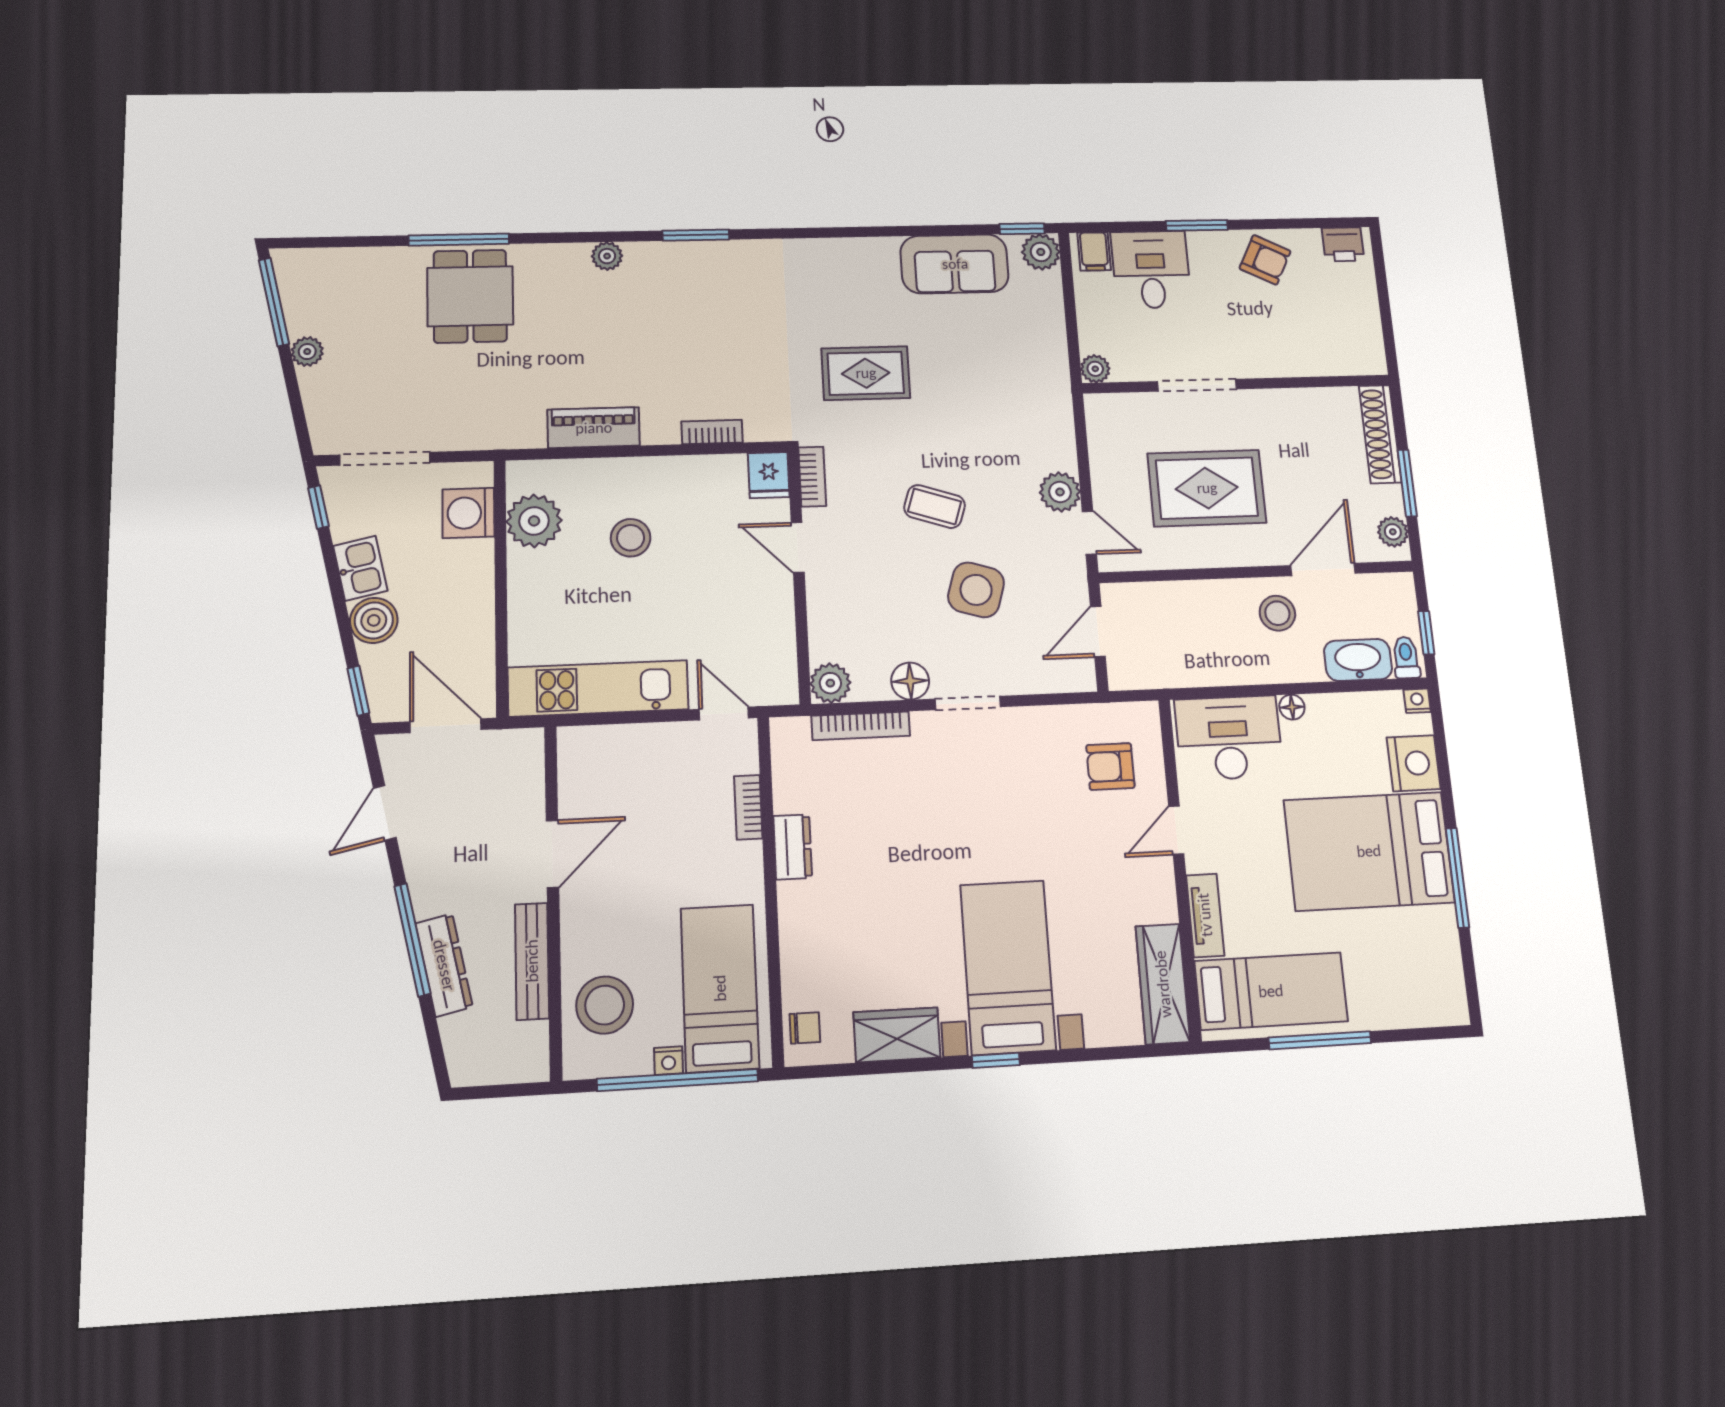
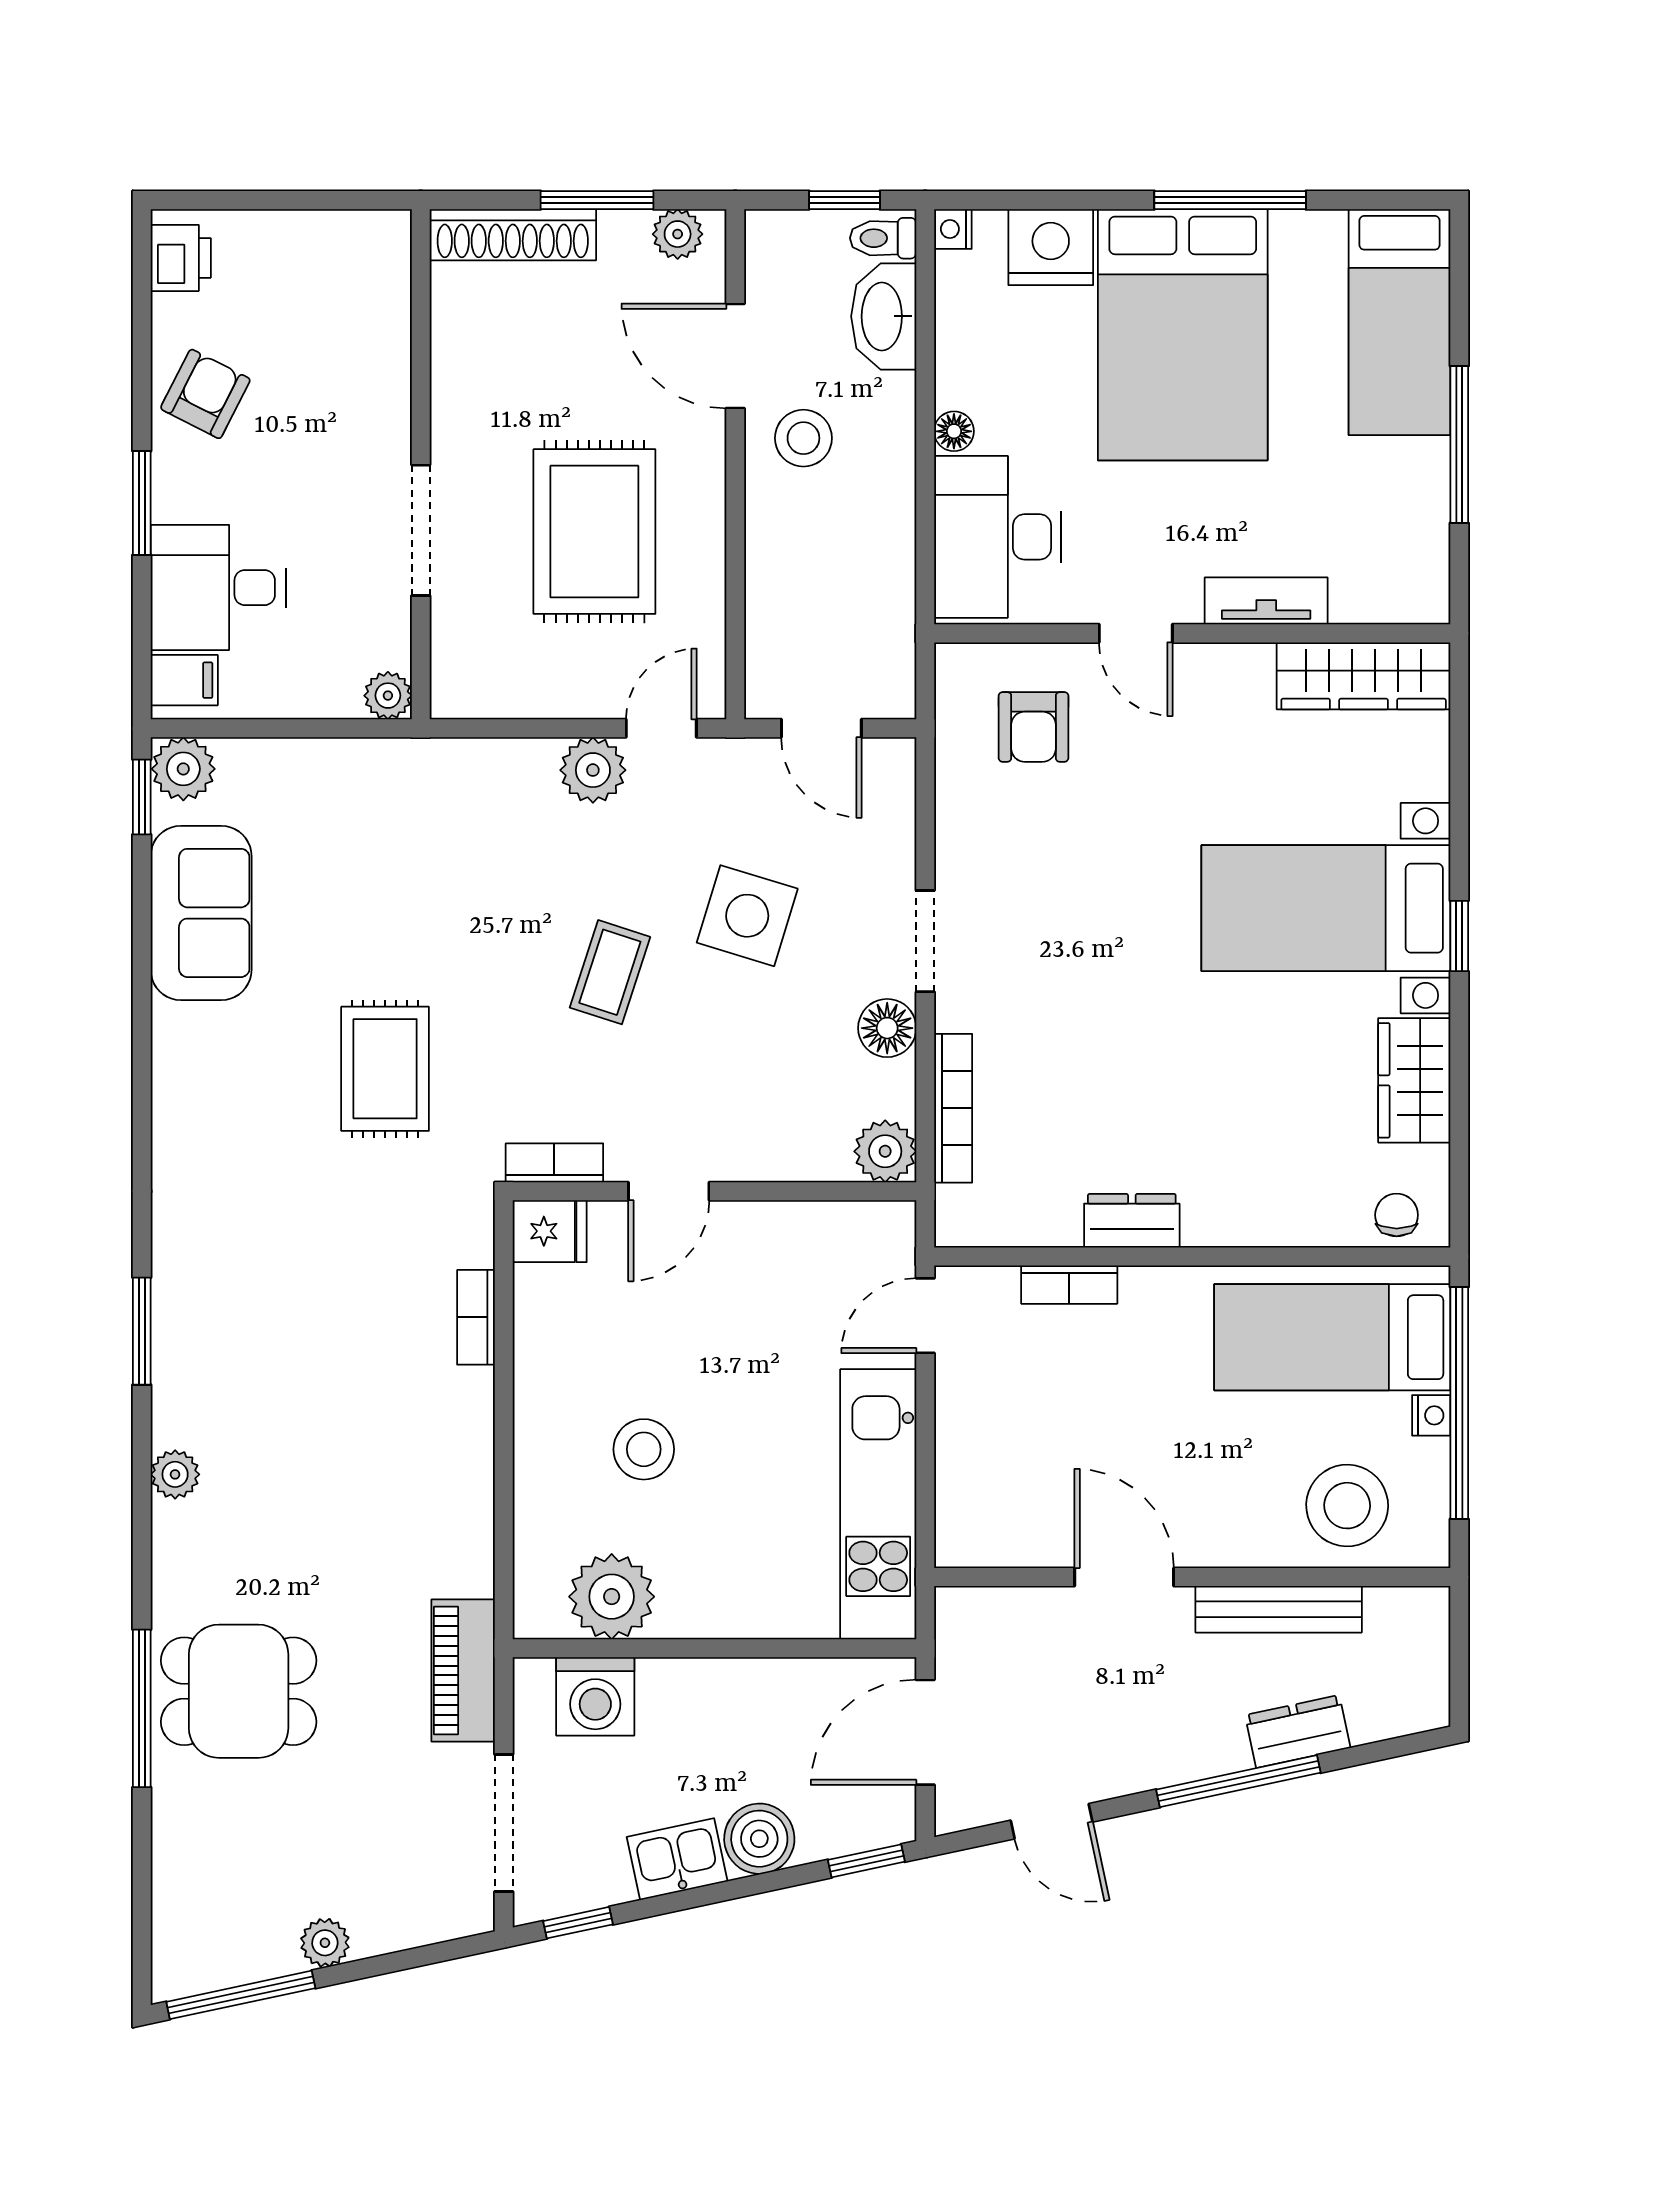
piano: (594, 428) -> (463, 1670), moved
dresser: (444, 965) -> (1298, 1731), width x0.70
bed: (1271, 991) -> (1400, 322), moved, turned 180

